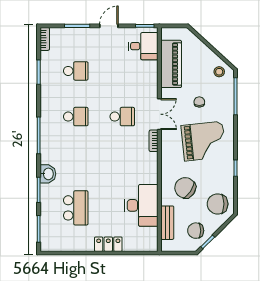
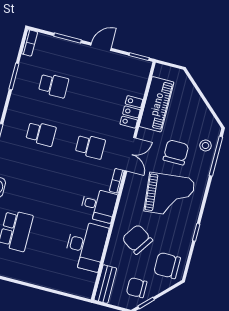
desk: (143, 46) -> (99, 205), moved
stool: (219, 72) -> (206, 146), moved
chair: (199, 102) -> (176, 152), width x1.87, depth x1.87
bench: (167, 223) -> (105, 284), moved
locker: (108, 244) -> (131, 112), moved, turned -90

